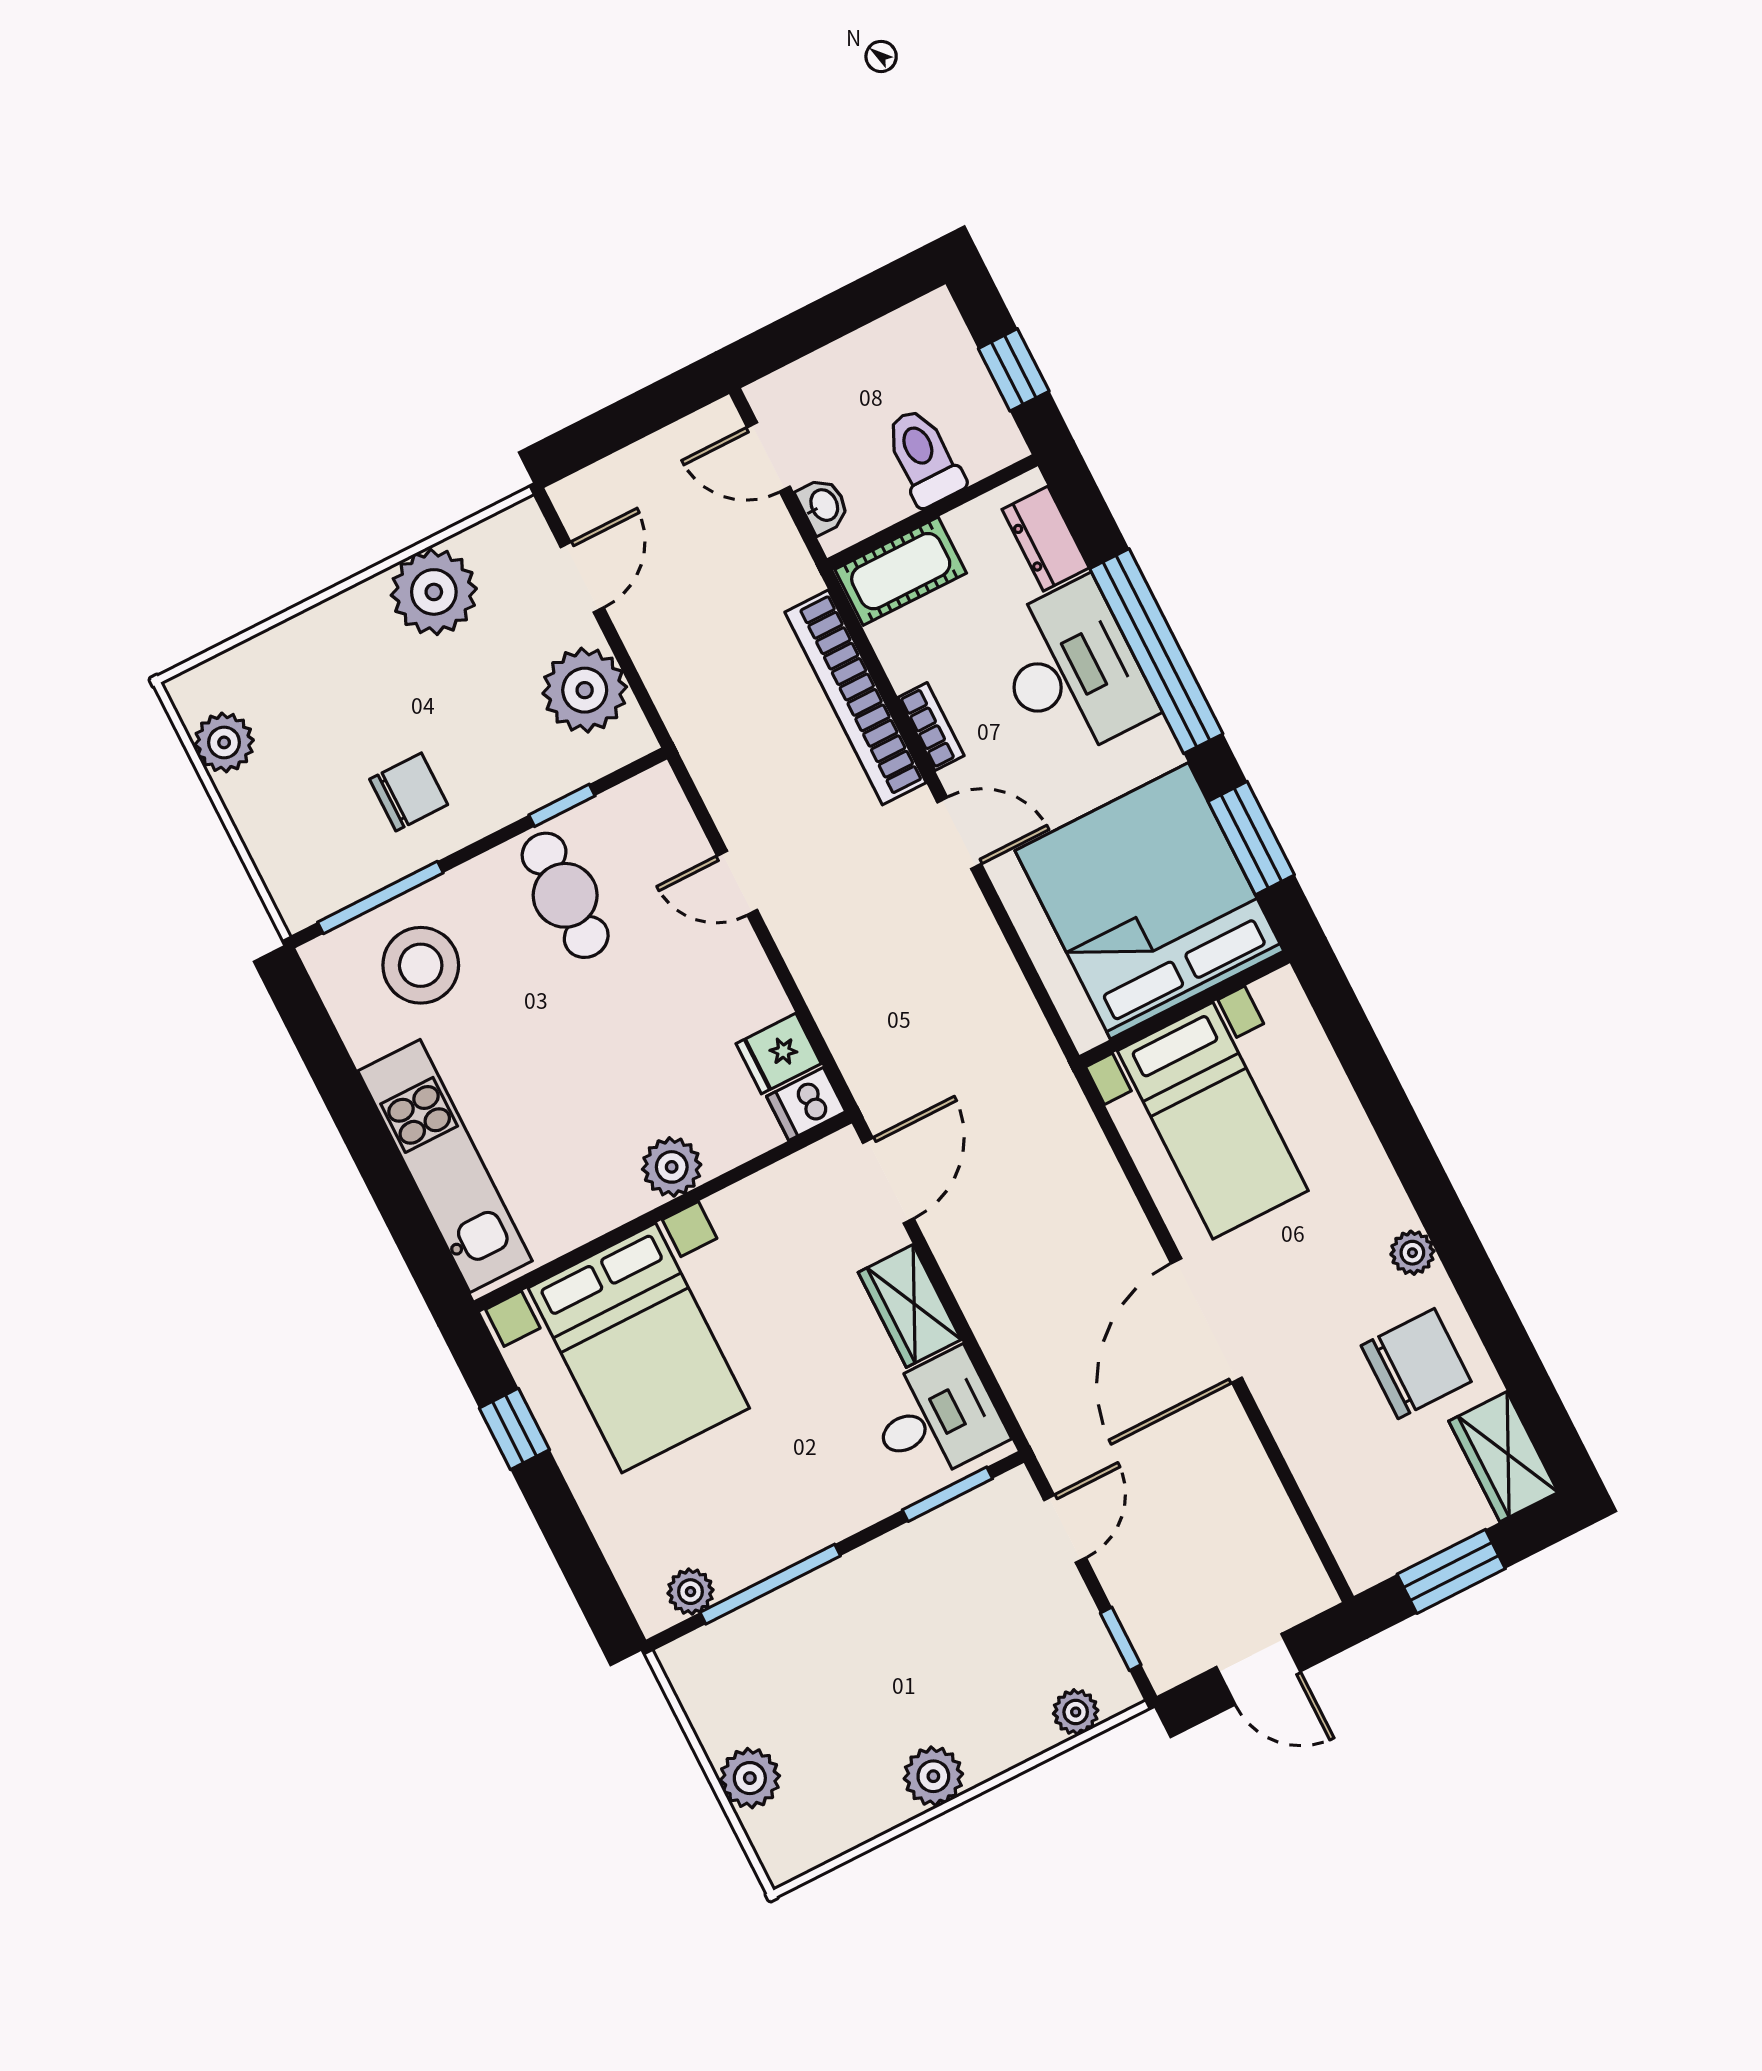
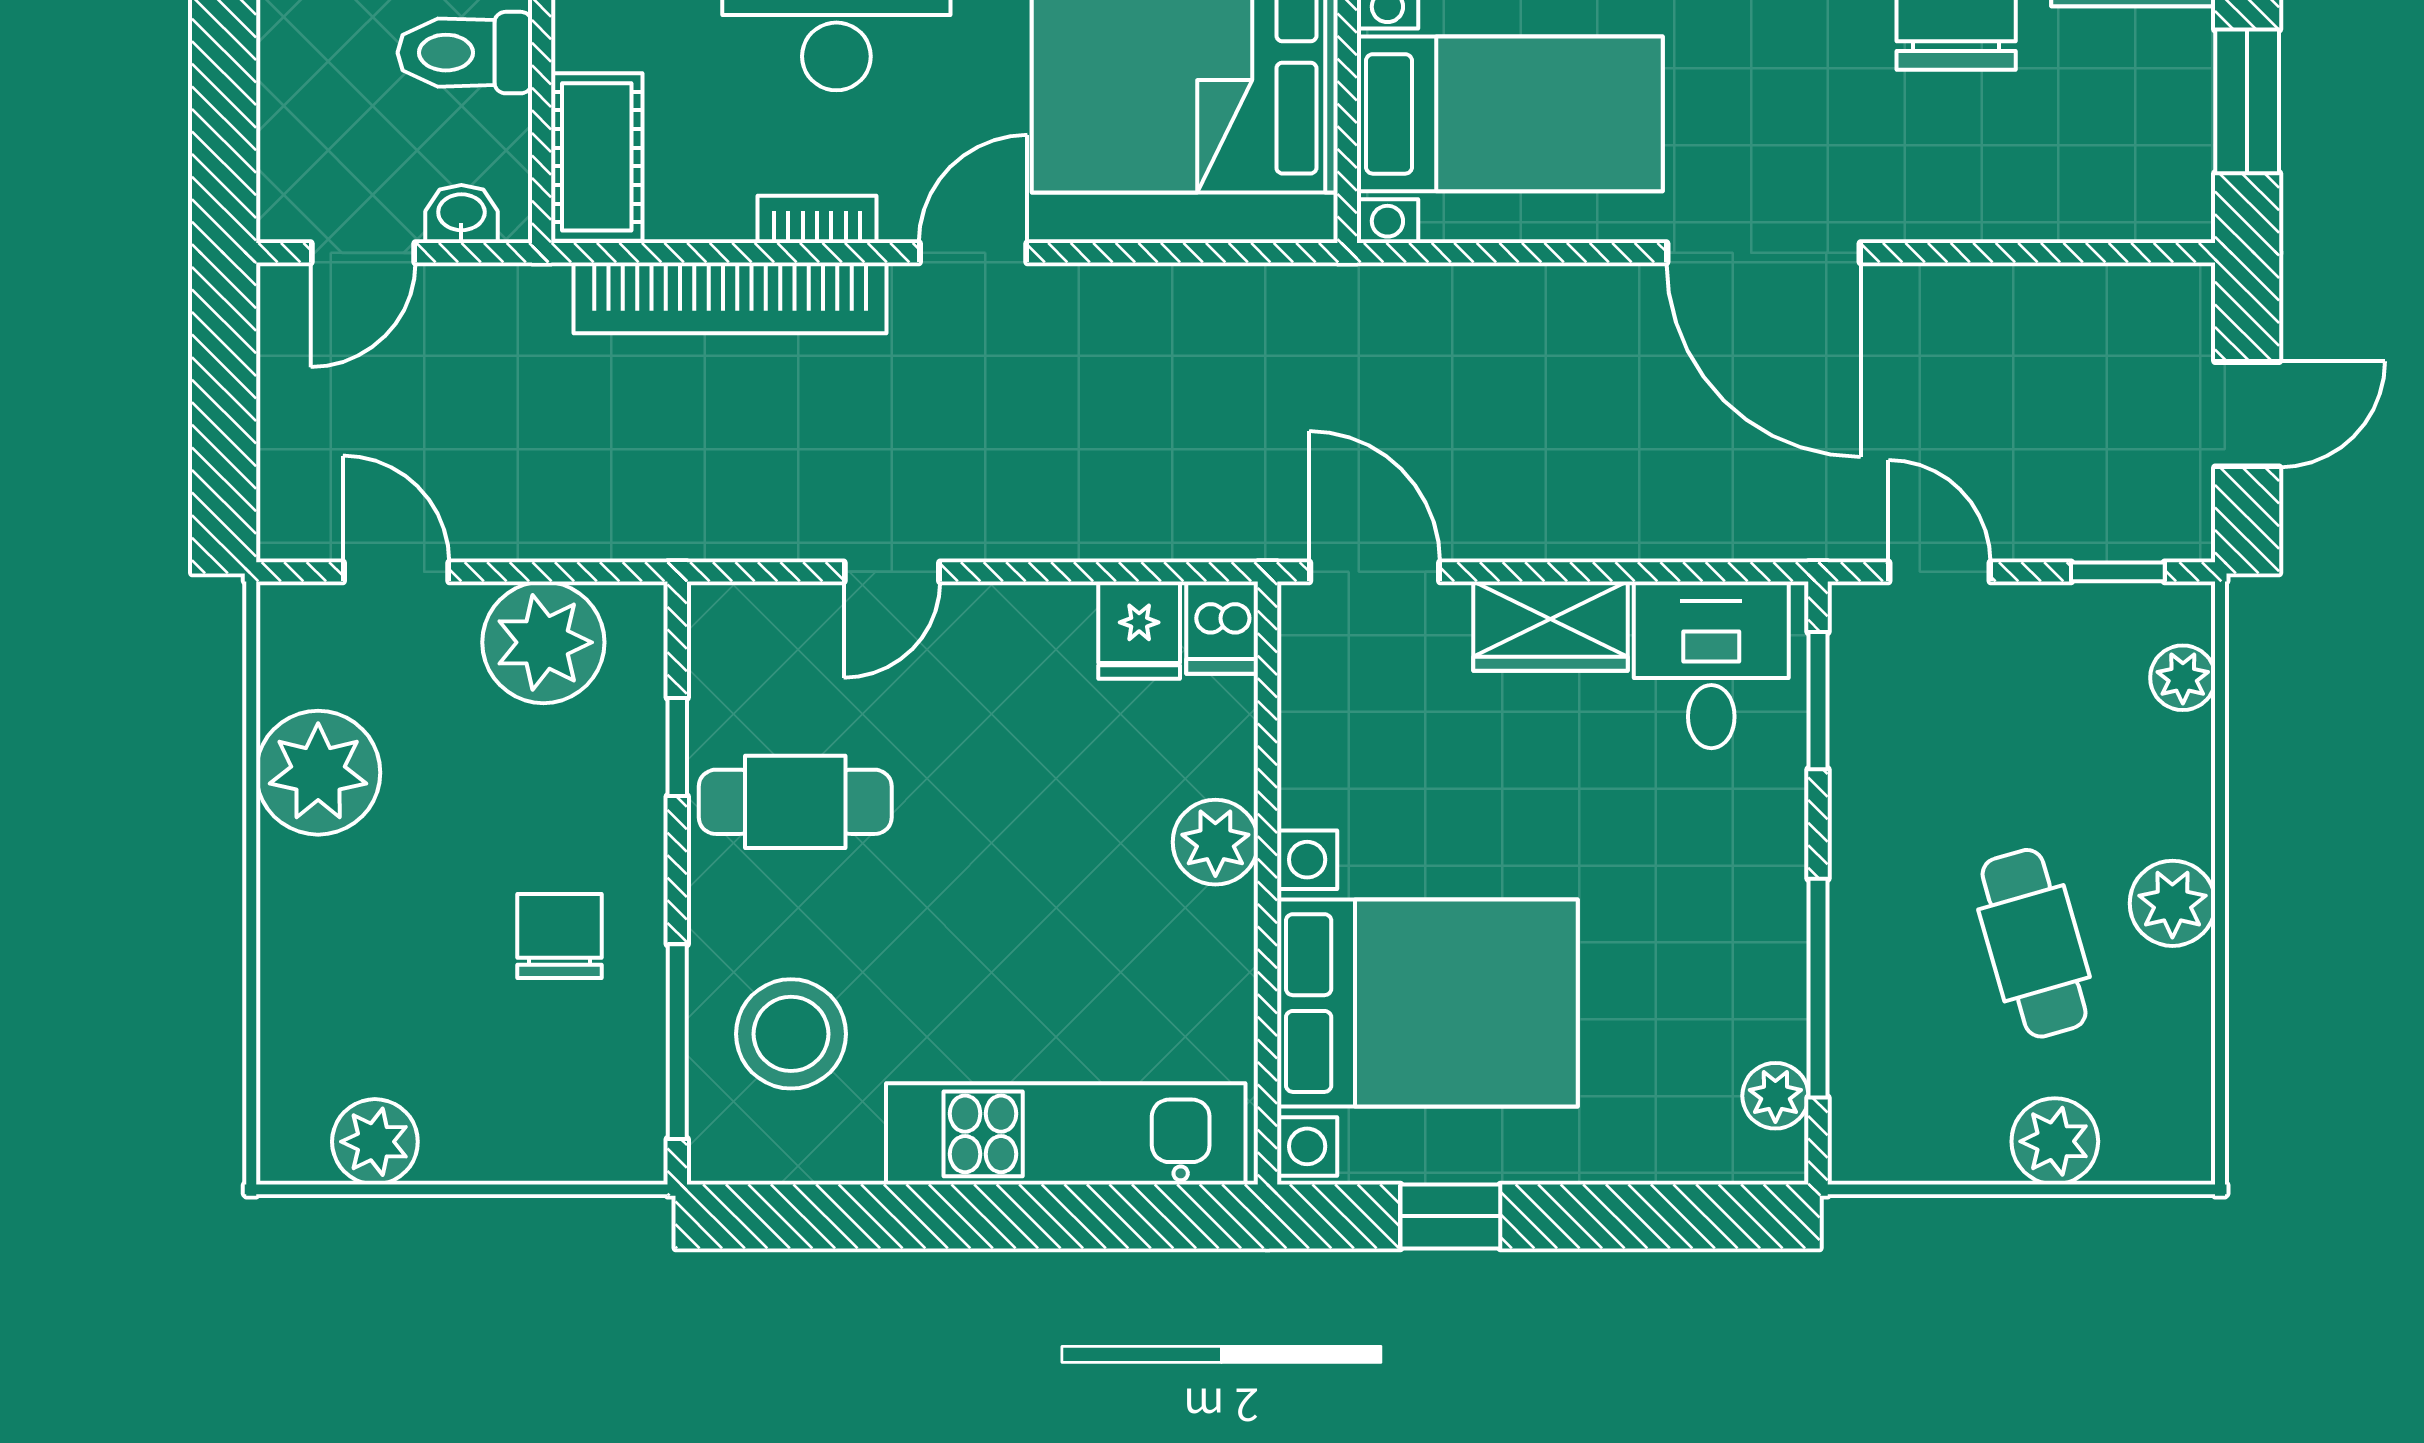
cafe table: (865, 1703) -> (2034, 943), added

